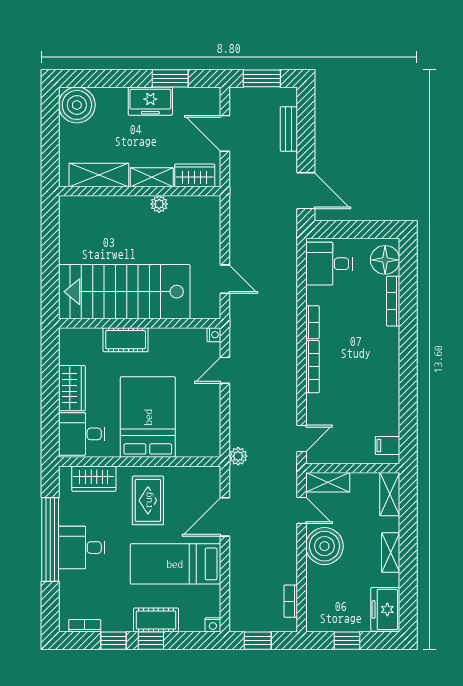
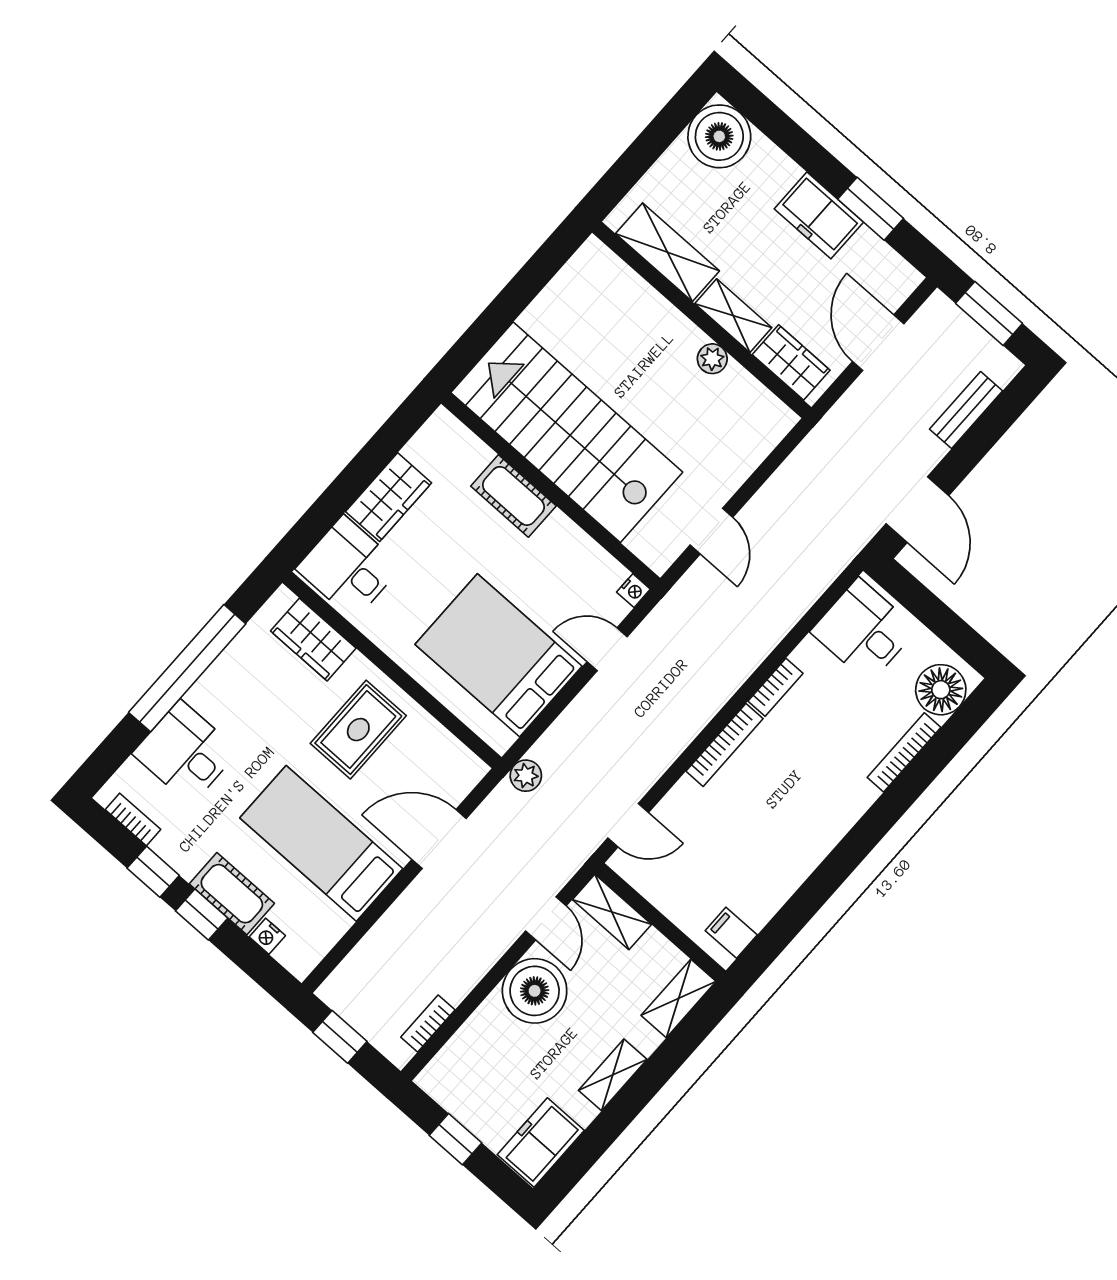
bed: (148, 417) -> (499, 655), moved, turned -90
desk: (82, 548) -> (185, 752), moved
nightstand: (213, 625) -> (267, 936), moved

